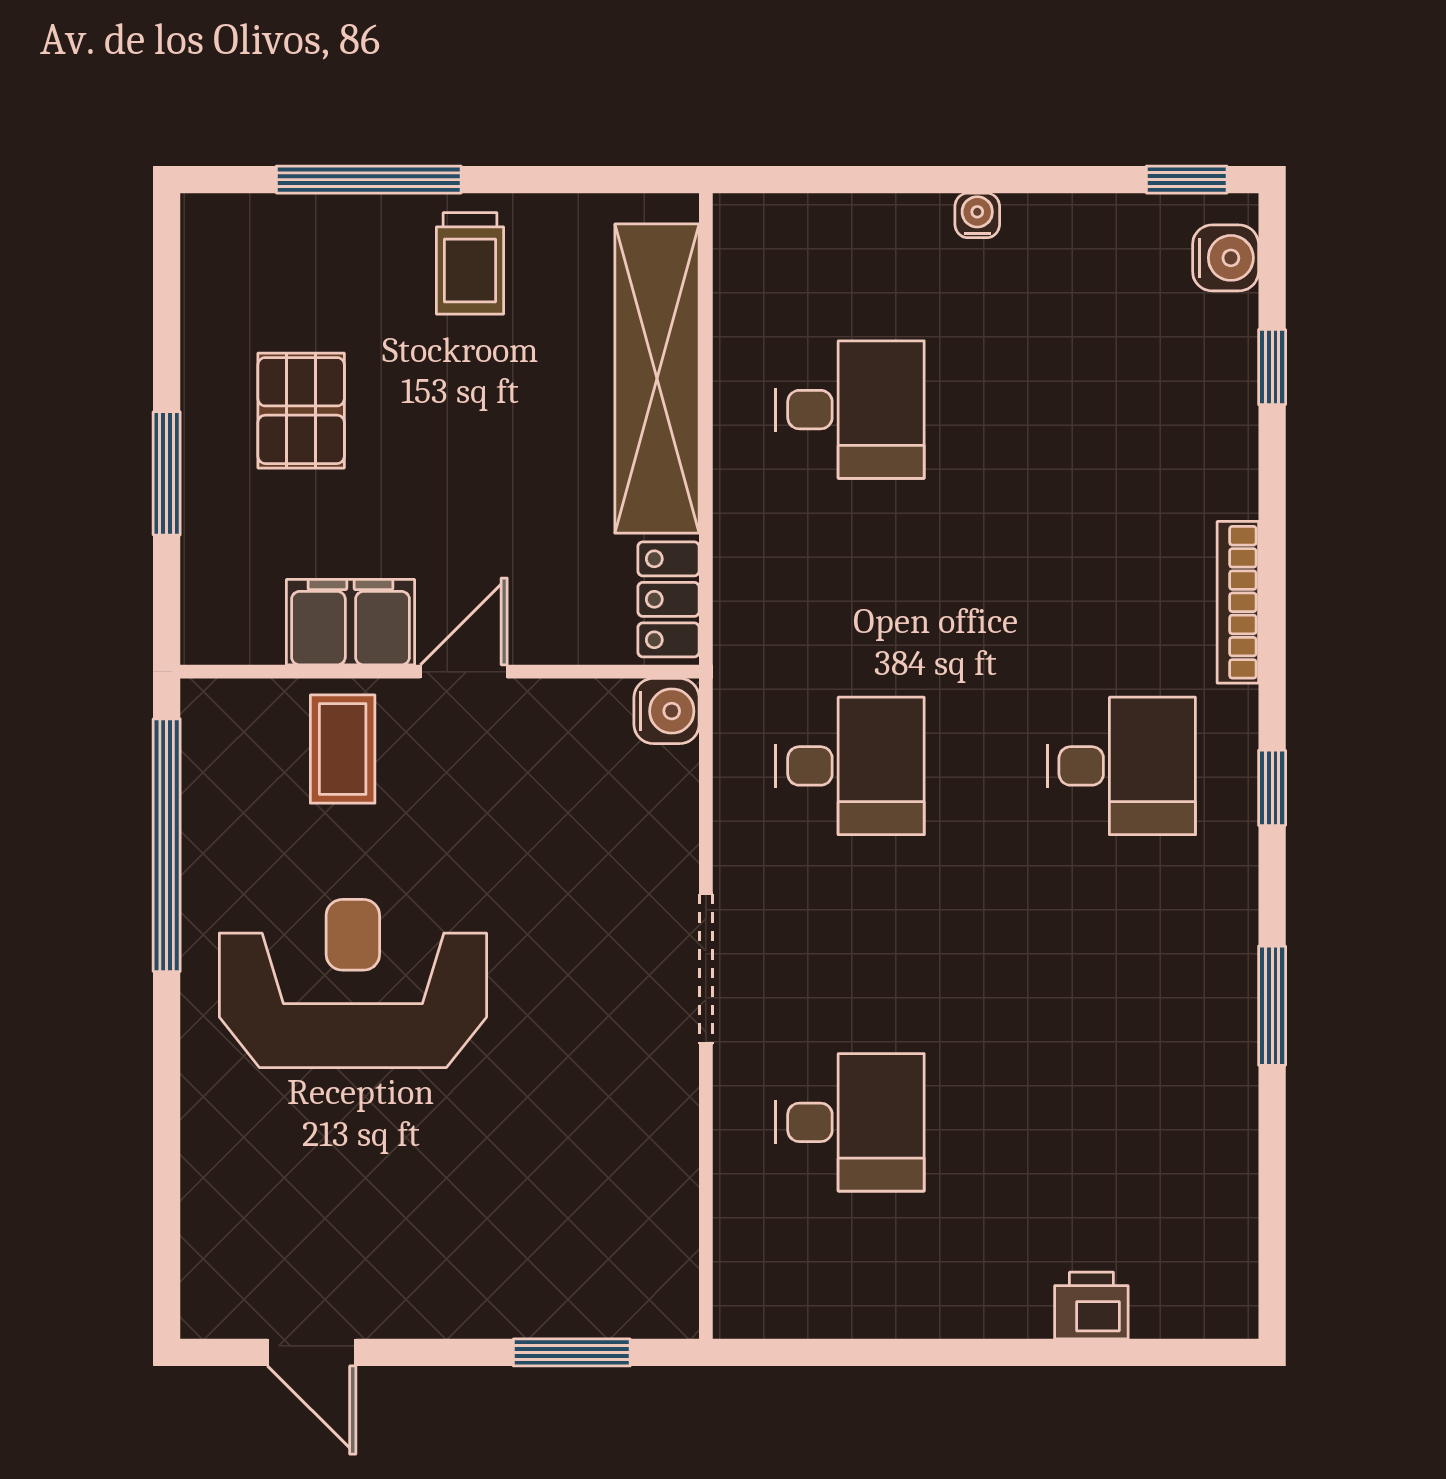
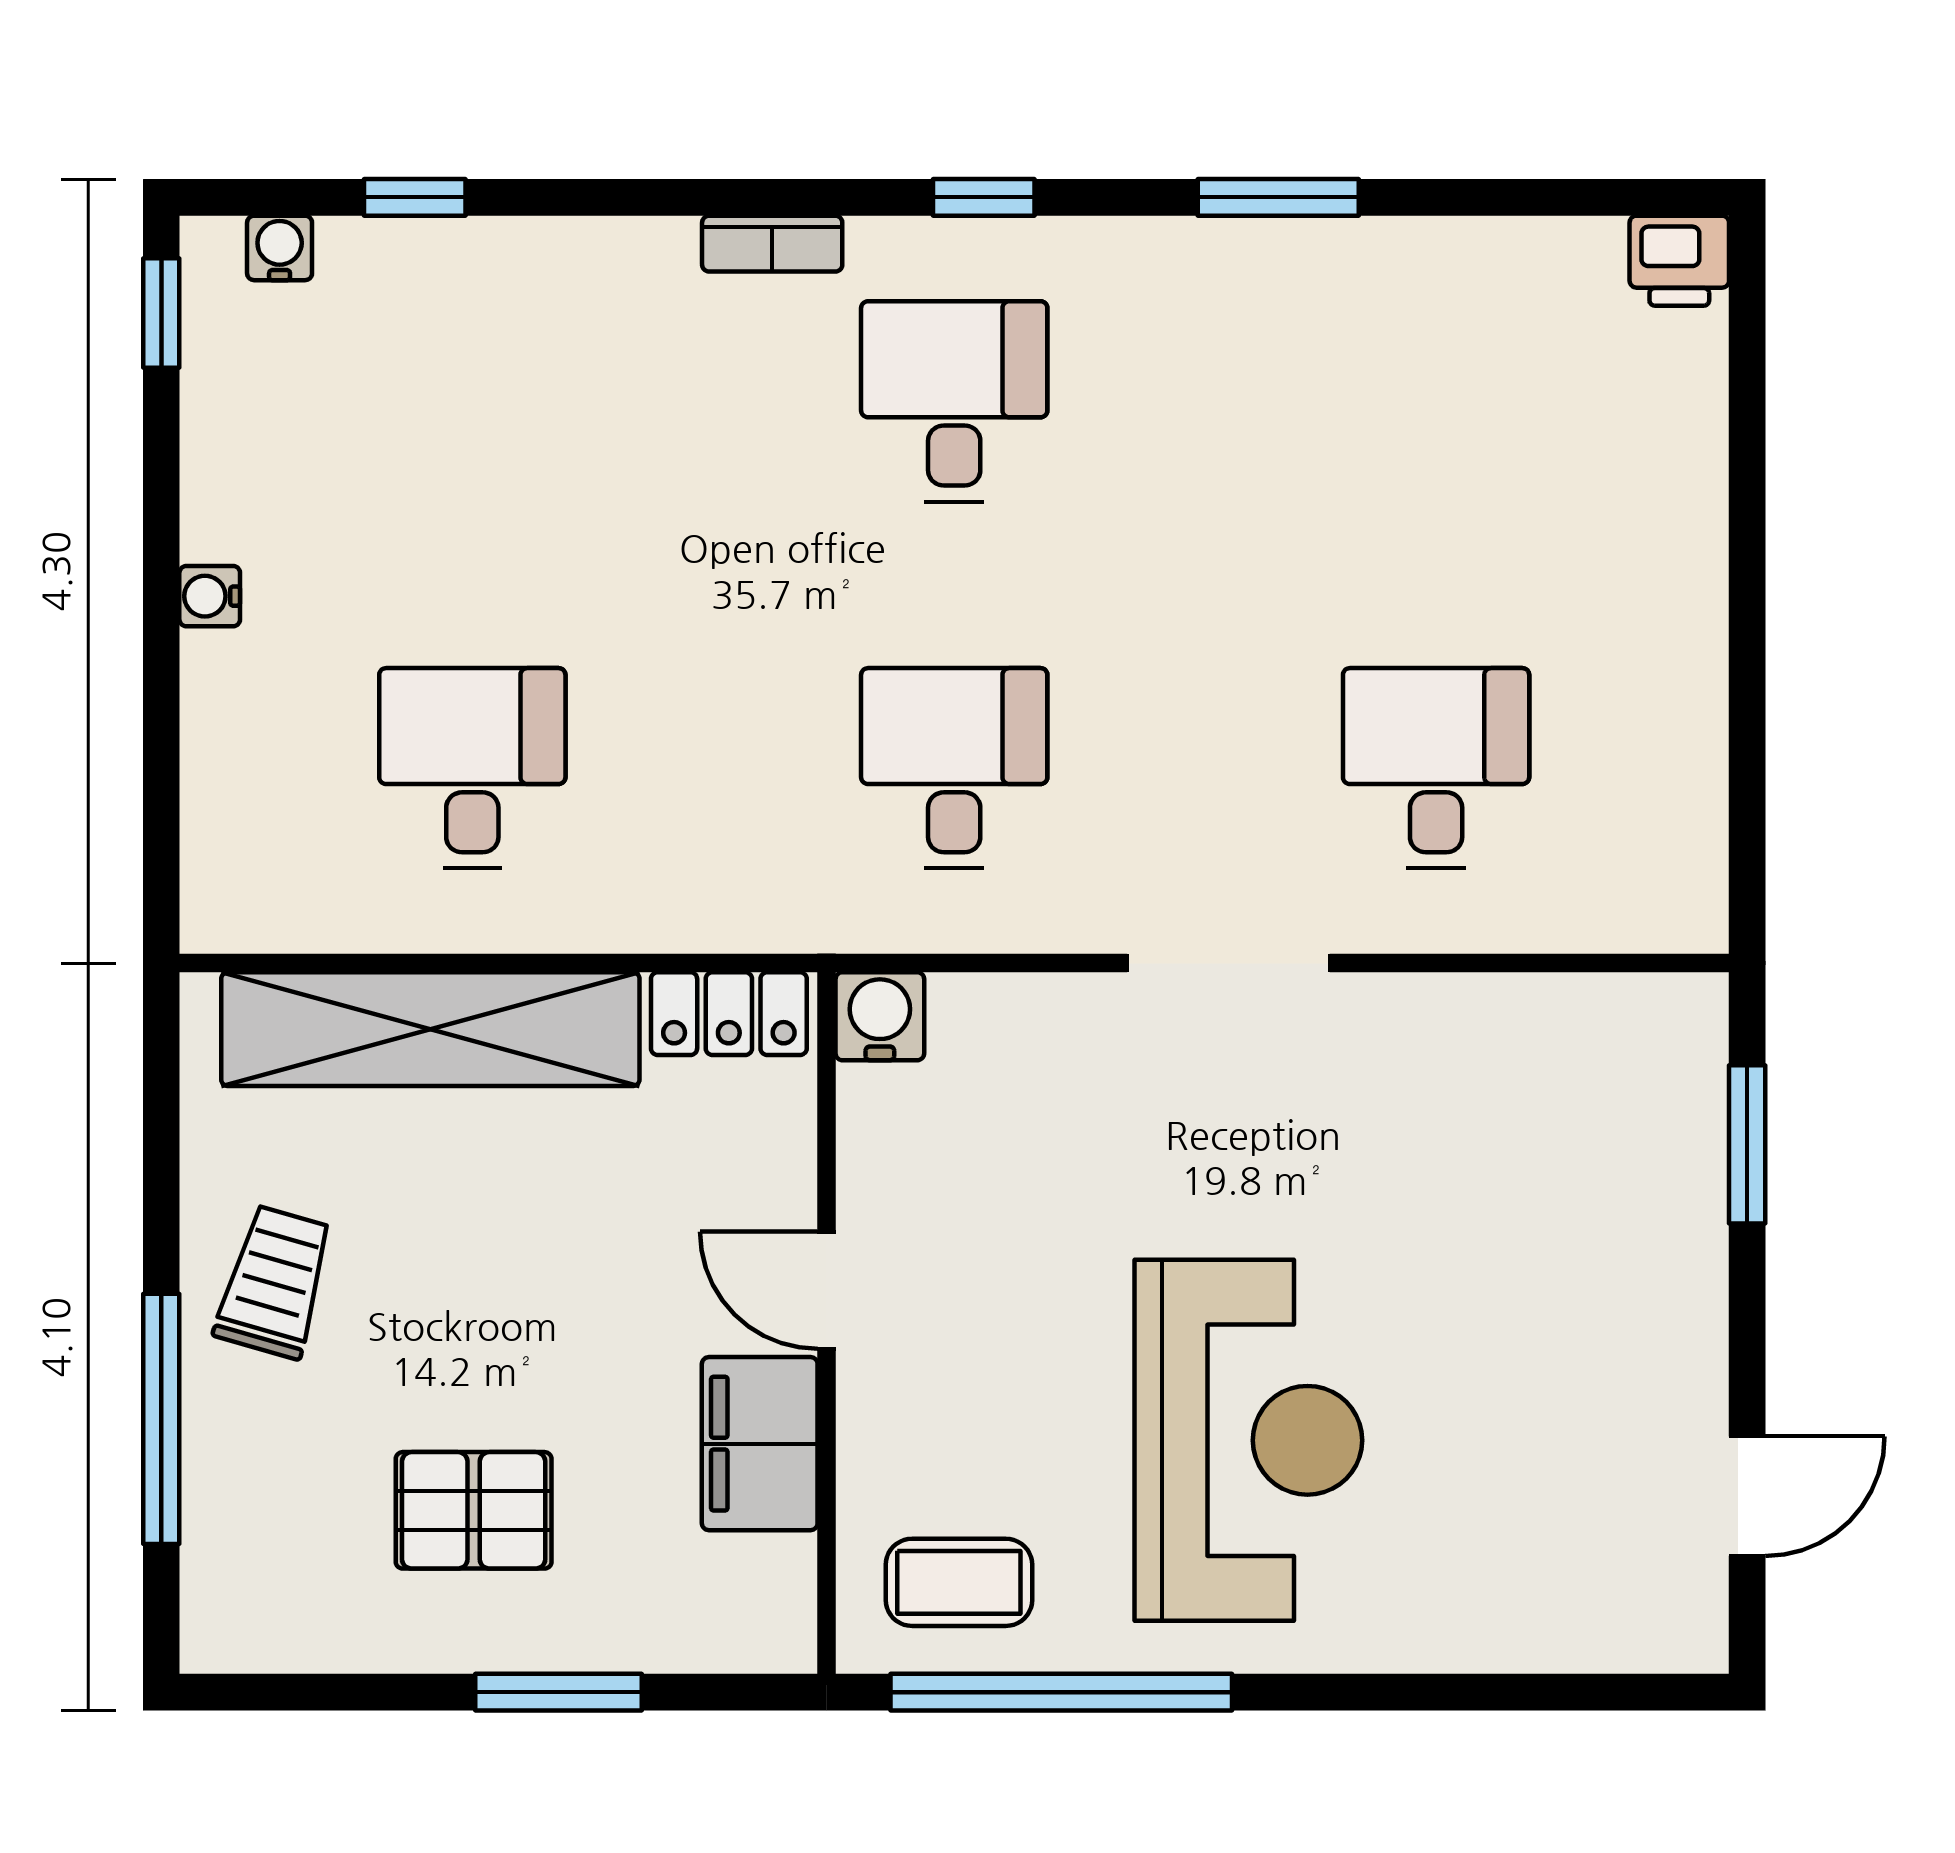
water cooler: (1226, 258) -> (280, 248), width x0.72, depth x0.72
trolley: (470, 263) -> (275, 1282), turned -74
bookcase: (1238, 602) -> (772, 244), width x0.64
coffee table: (343, 749) -> (959, 1582), moved
reception desk: (353, 984) -> (1248, 1440), turned 180
printer: (1091, 1306) -> (1679, 261), moved, turned -90

